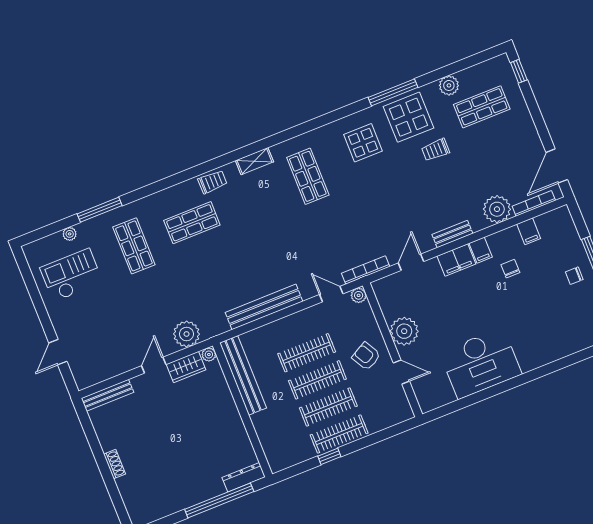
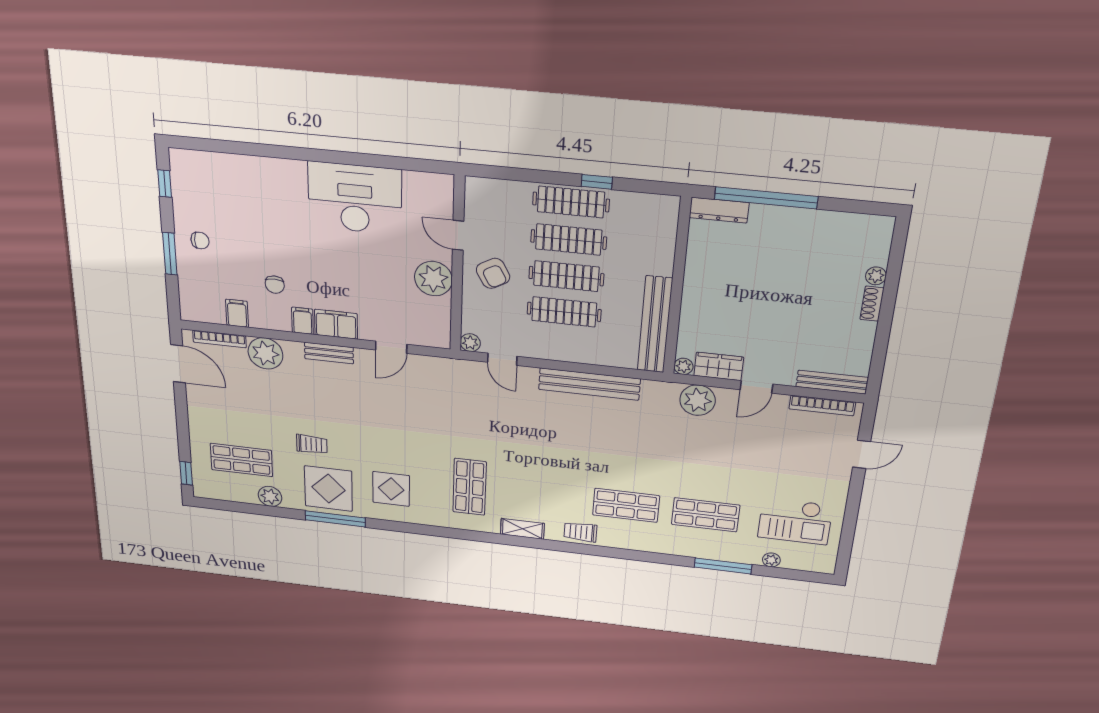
door: (557, 166) -> (178, 364), hinge flipped
shop shelf: (134, 246) -> (706, 515), turned 90
bookcase: (366, 270) -> (822, 406), moved
plant: (123, 484) -> (876, 276), added

